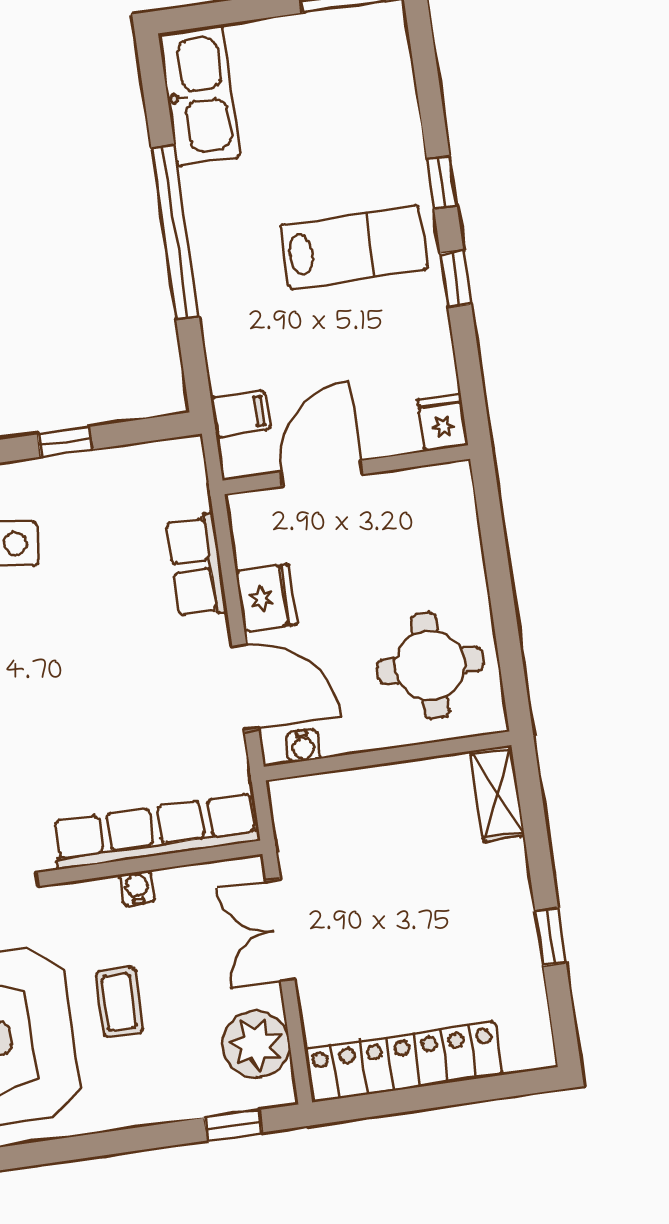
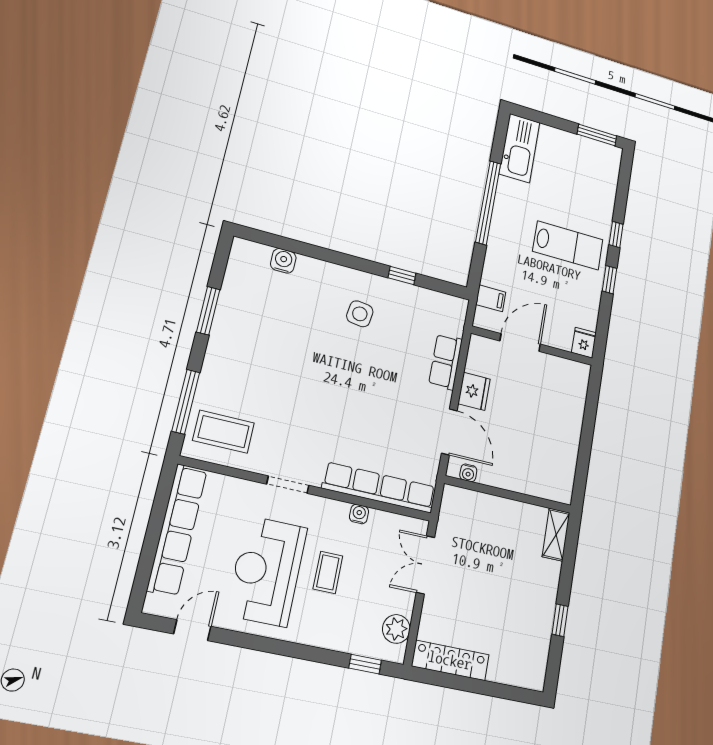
round table: (430, 665) -> (543, 457), removed
plant: (256, 1044) -> (396, 629), width x0.73, depth x0.73
locker: (404, 1062) -> (450, 660), width x0.71, depth x0.83

